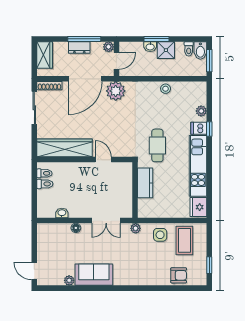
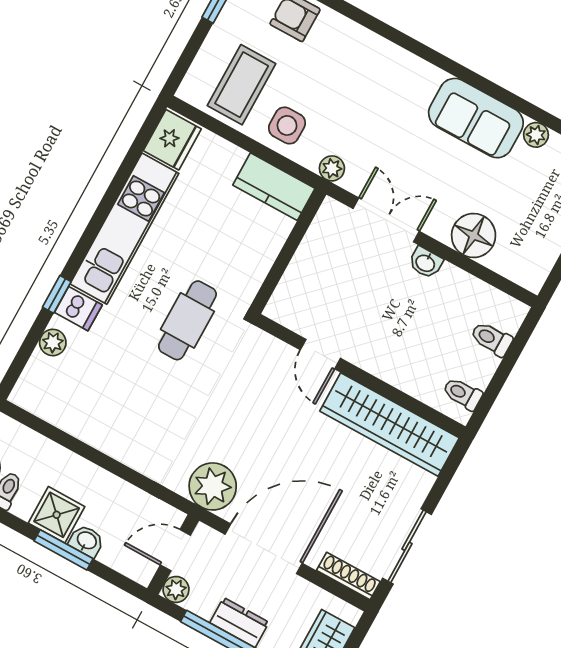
stool: (166, 89) -> (103, 433), removed
kitchen counter: (145, 183) -> (274, 187), moved, turned -90
toilet: (45, 184) -> (491, 339), moved
washbasin: (62, 213) -> (426, 263), moved
floor lamp: (76, 228) -> (474, 235), width x1.89, depth x1.89

